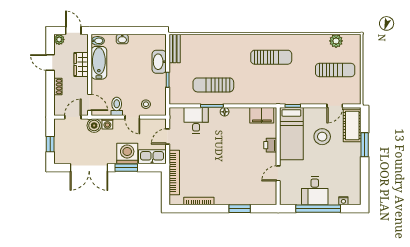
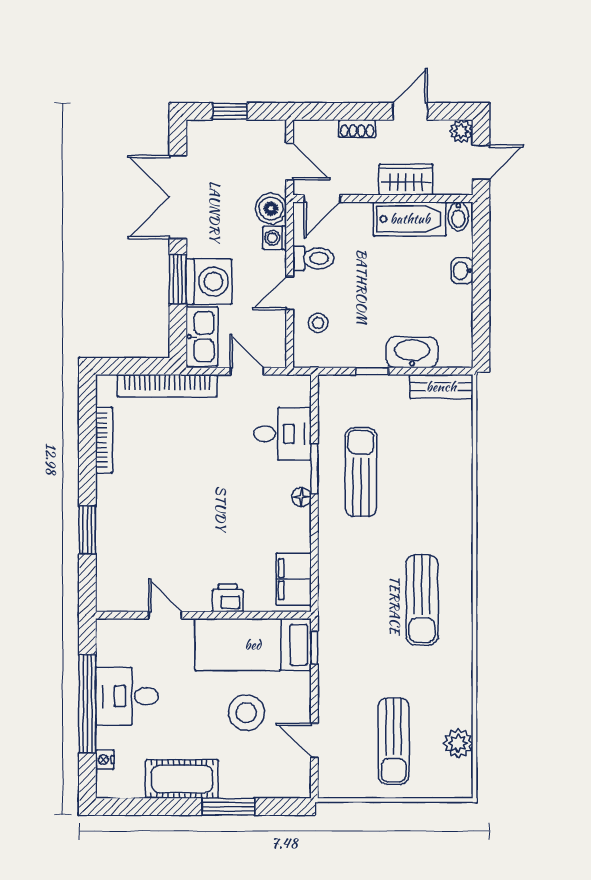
cot: (352, 125) -> (182, 779), moved

